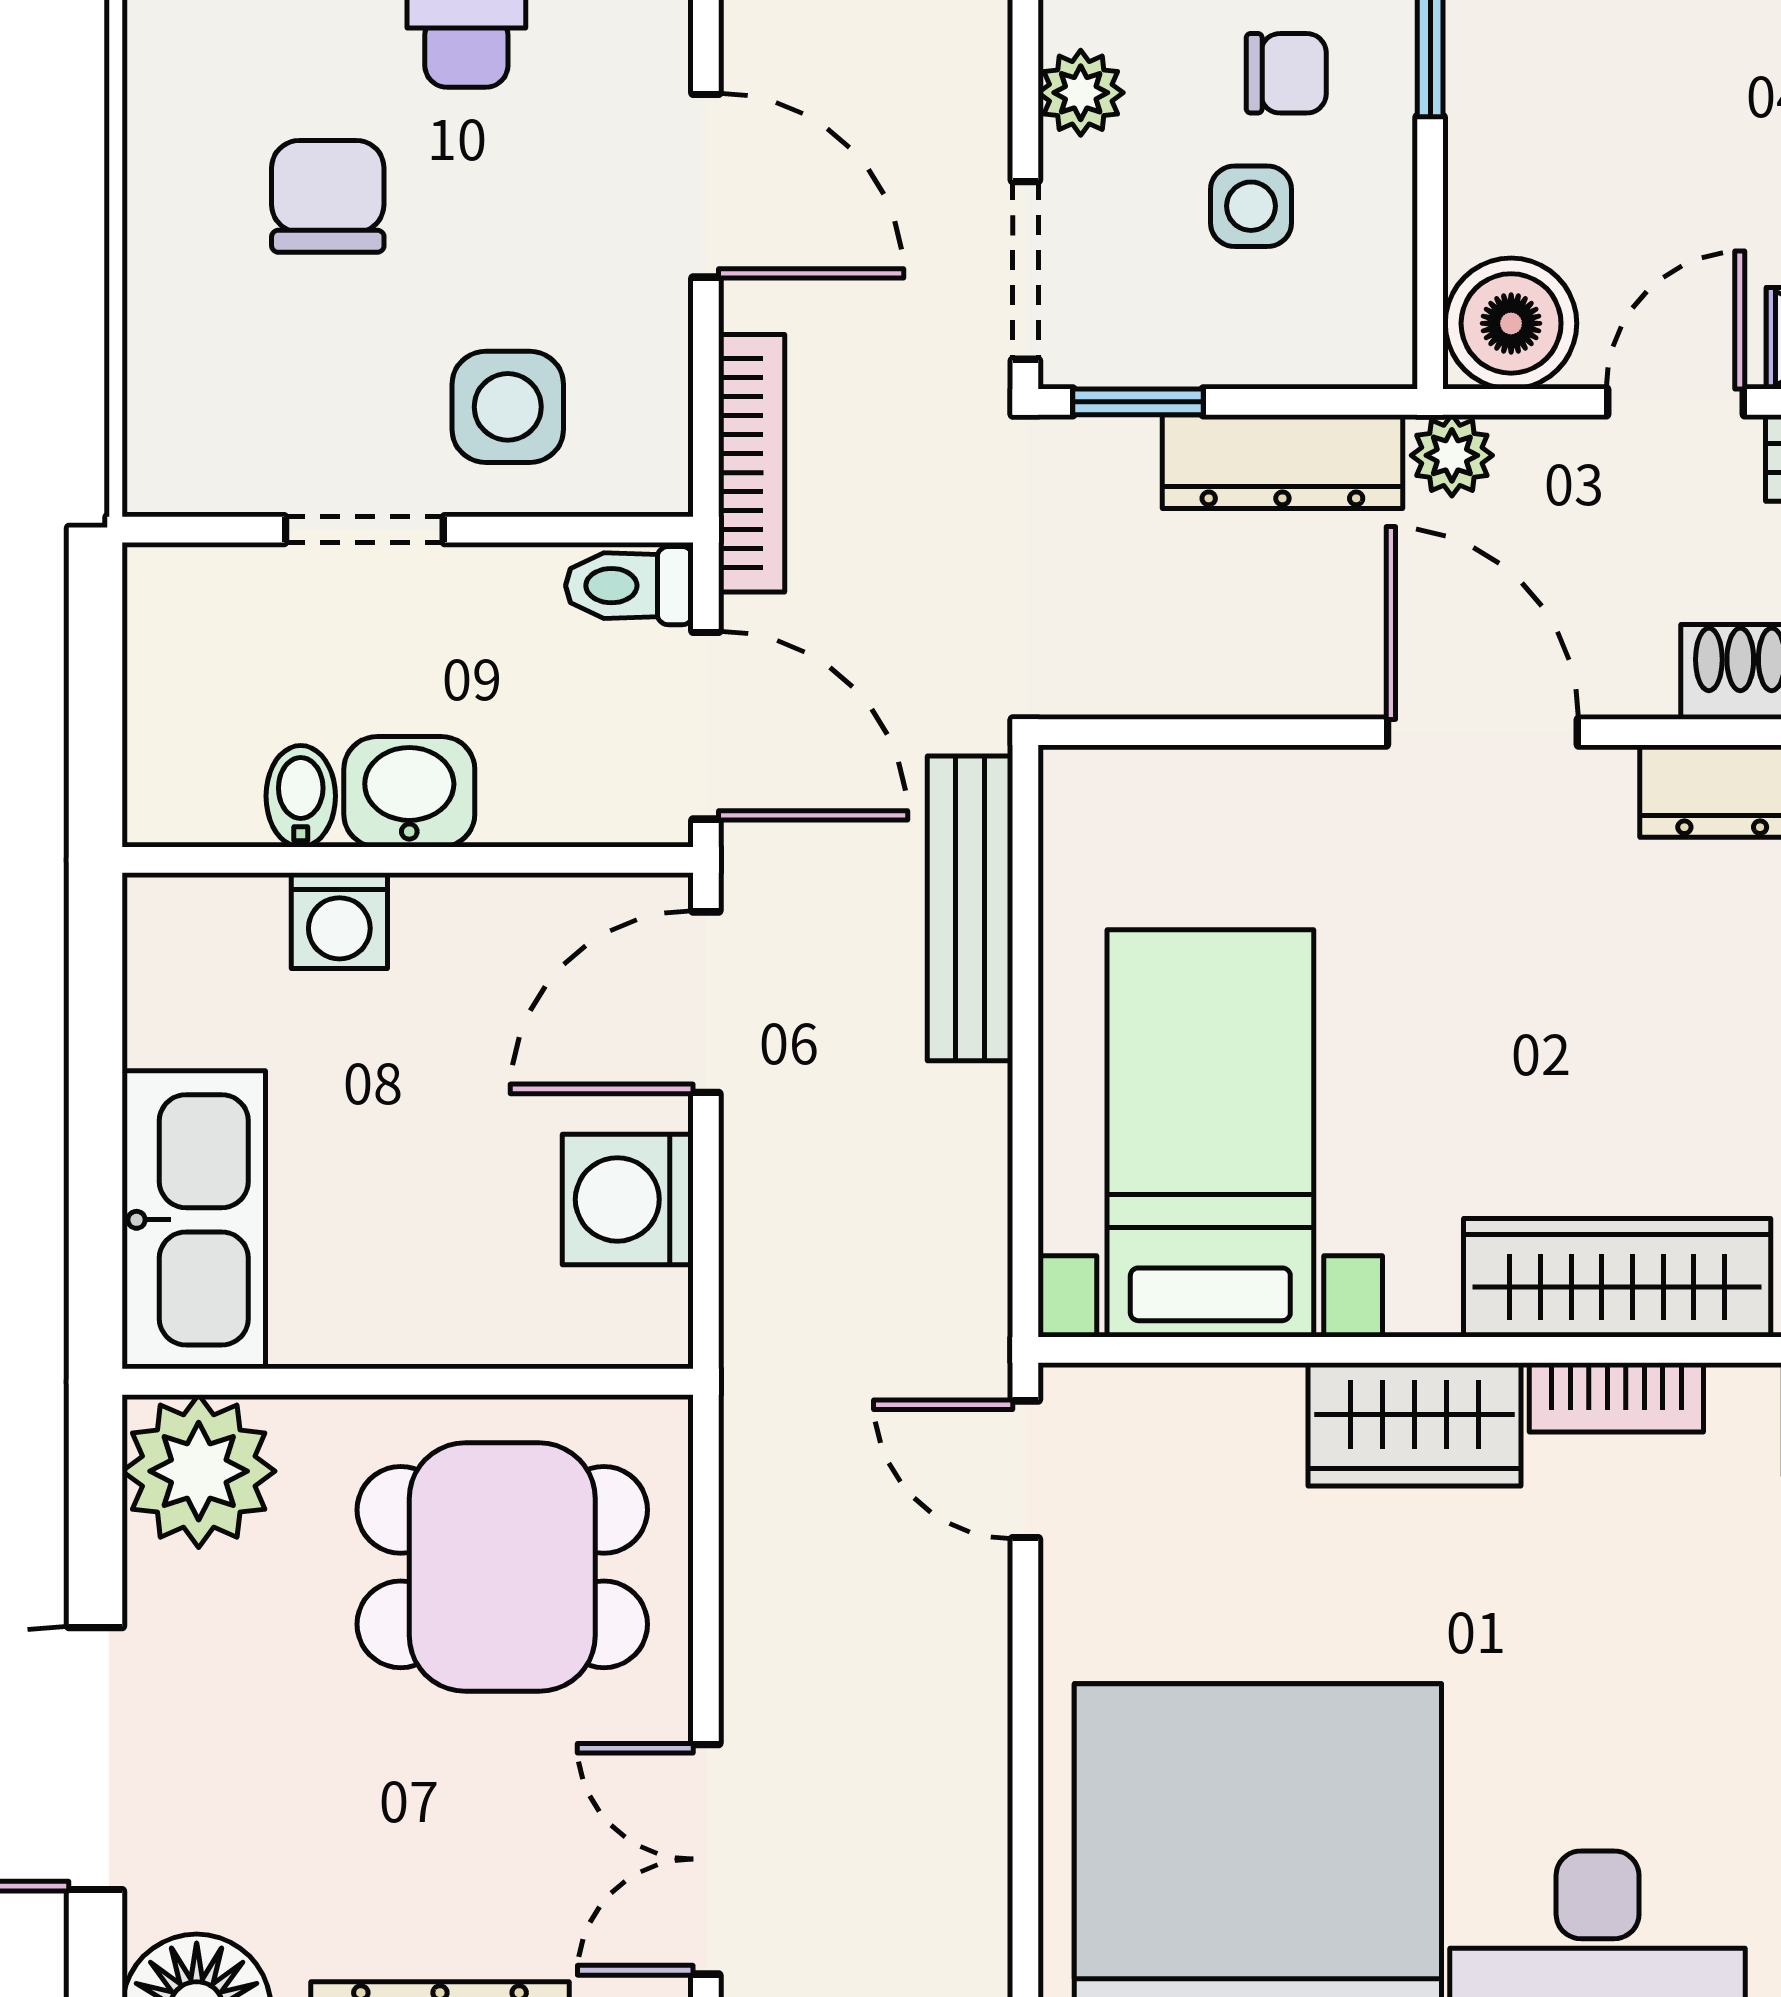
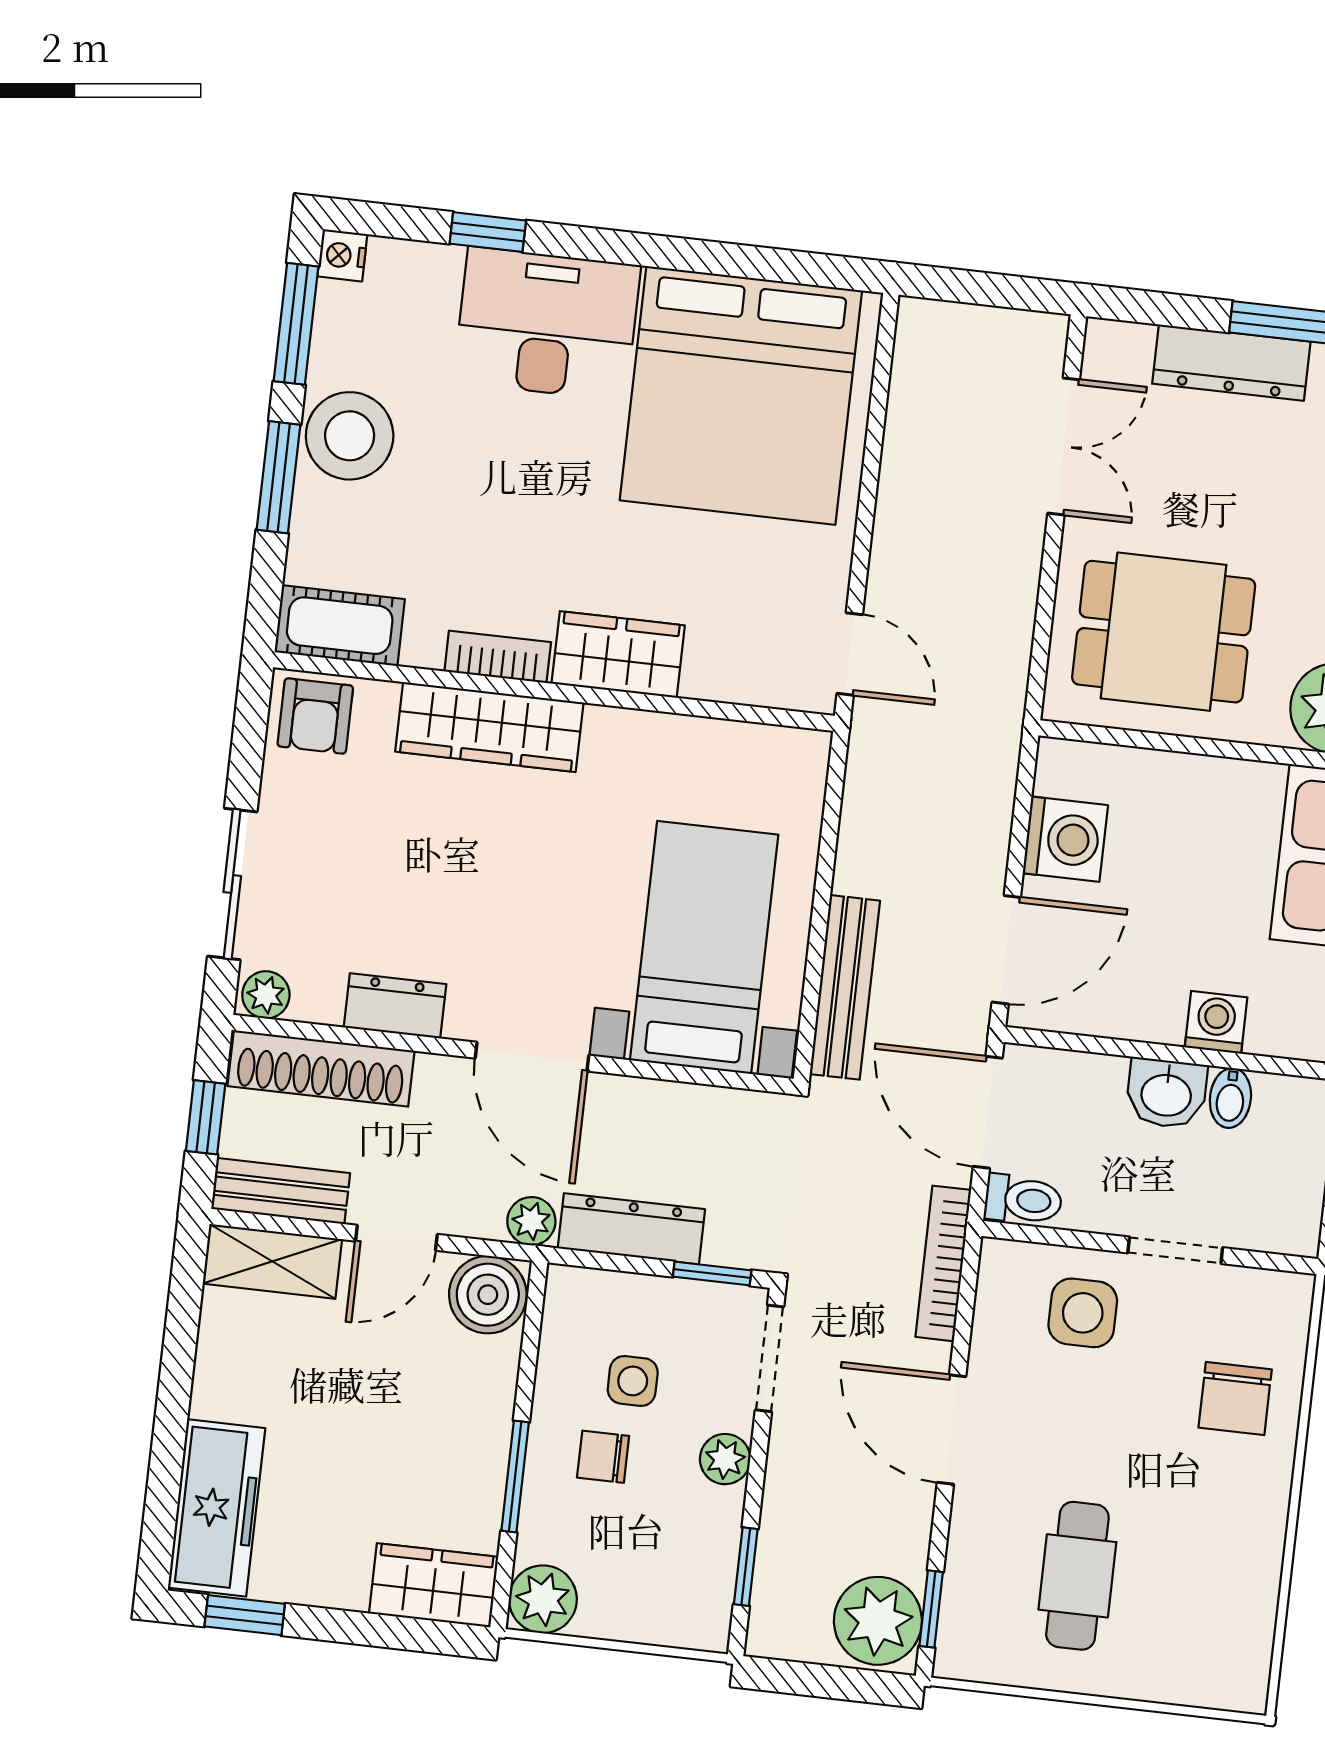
chair: (328, 196) -> (1235, 1399), moved
bed with nightstands: (1210, 1133) -> (704, 947), moved, turned 180

